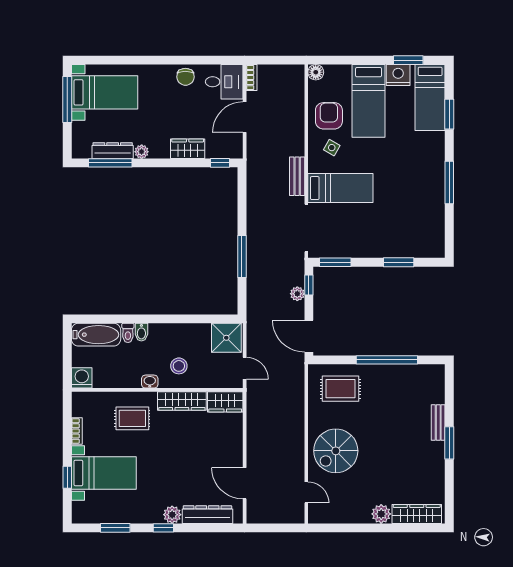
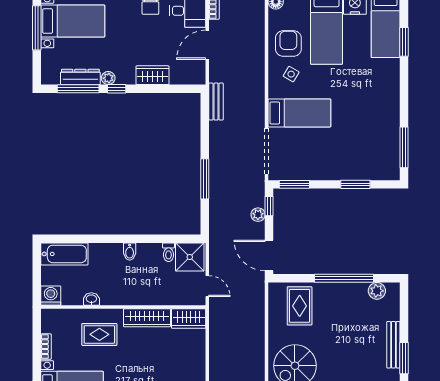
window: (220, 163) -> (117, 89), moved
bench: (297, 176) -> (216, 102), moved
window: (449, 183) -> (404, 147), moved
bidet: (141, 332) -> (130, 252), moved
toilet: (128, 333) -> (169, 252), moved
stool: (179, 366) -> (144, 284), removed
plant: (421, 373) -> (377, 291), added
washbasin: (150, 382) -> (91, 299), moved
rug: (341, 389) -> (300, 306), turned 90
bench: (438, 423) -> (393, 345), width x1.36

